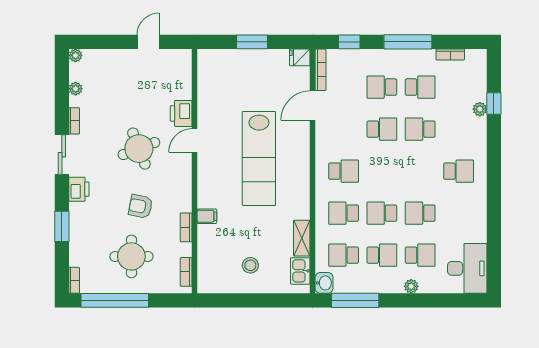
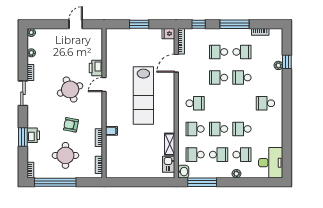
school desk: (382, 129) -> (219, 78), turned 180
school desk: (459, 171) -> (265, 103), turned 180
printer: (79, 189) -> (33, 135), moved
stool: (250, 265) -> (138, 161), removed

